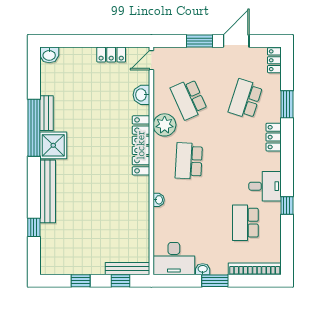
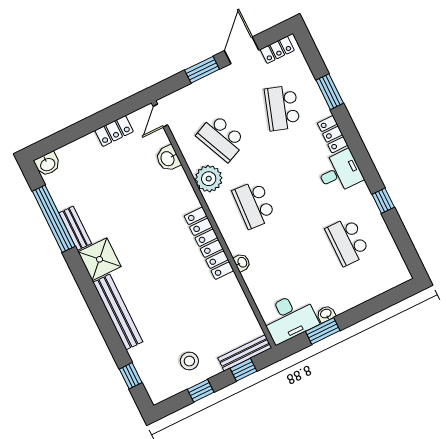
locker: (274, 60) -> (277, 50), moved, turned -90
window: (34, 128) -> (54, 219), moved
locker: (141, 145) -> (209, 243), moved
desk: (265, 186) -> (340, 172), moved
window: (34, 227) -> (131, 376), moved
stool: (83, 254) -> (189, 361), added
bookcase: (255, 269) -> (382, 286), removed
window: (215, 281) -> (323, 331), moved

